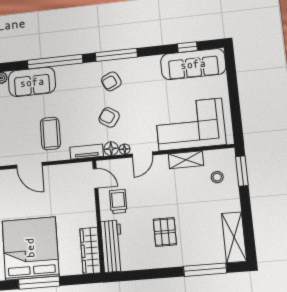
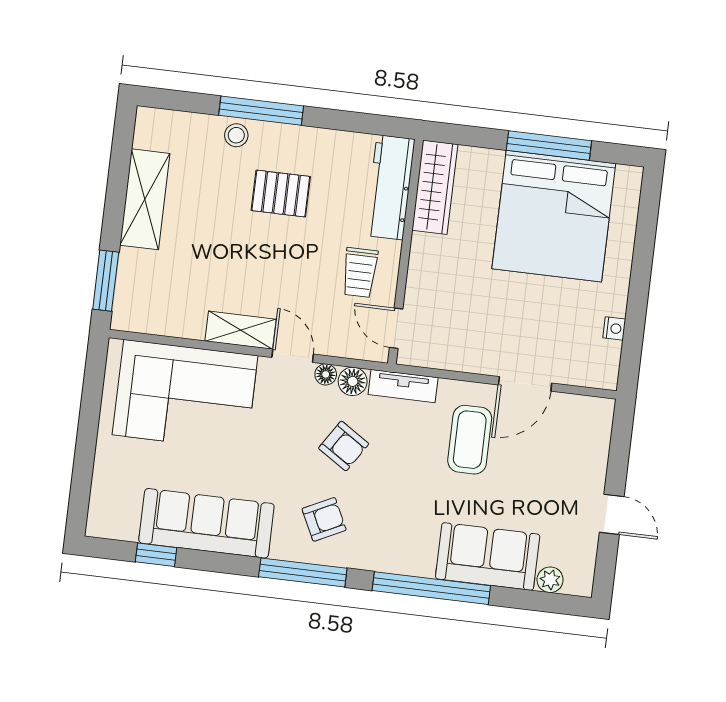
sofa: (193, 64) -> (206, 523), moved
door: (142, 155) -> (293, 356), hinge flipped
shelving: (186, 160) -> (241, 330), moved
door: (29, 165) -> (525, 384), swing flipped
stool: (217, 177) -> (236, 135), moved
pallet: (165, 232) -> (281, 194), turned 90
shelving: (234, 237) -> (145, 199), moved
window: (205, 270) -> (261, 111), moved

